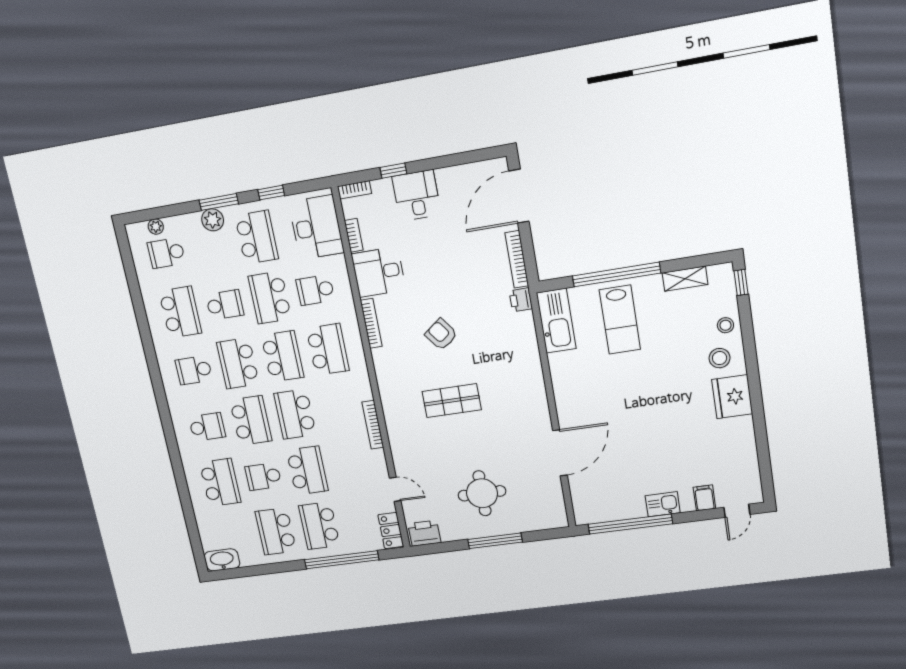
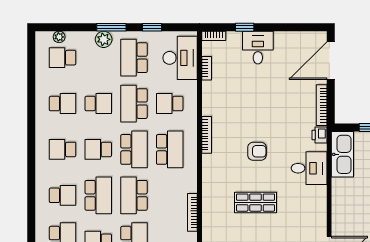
school desk: (257, 237) -> (134, 58), turned 180
desk: (379, 272) -> (309, 168), moved, turned 180
school desk: (180, 312) -> (63, 104), width x0.54
armchair: (441, 334) -> (257, 151), turned 127
school desk: (238, 363) -> (98, 149), width x0.54

